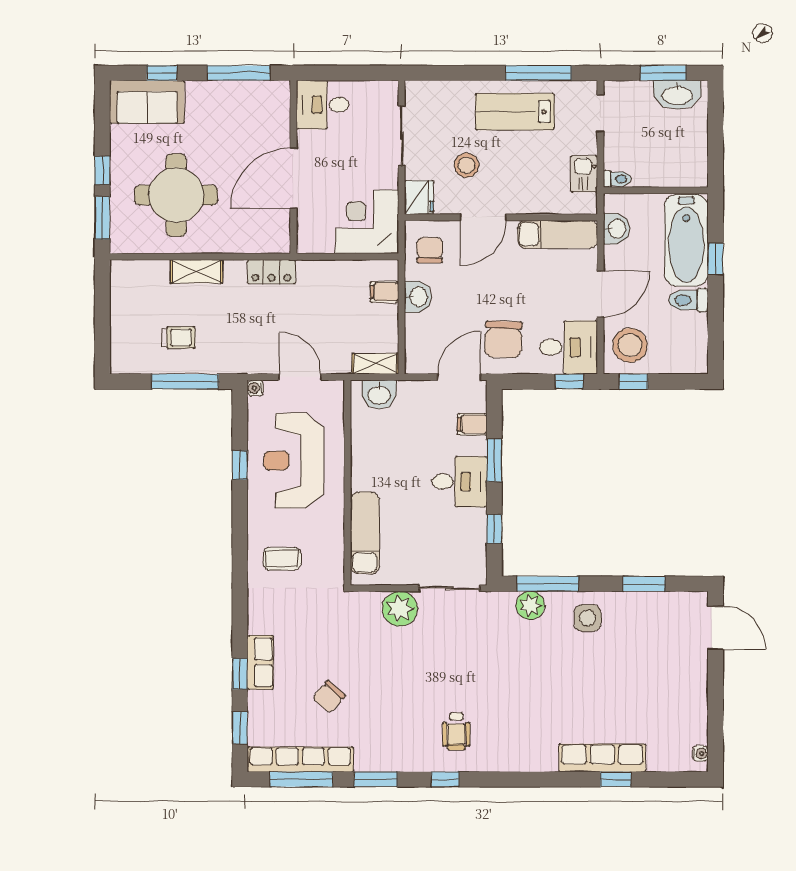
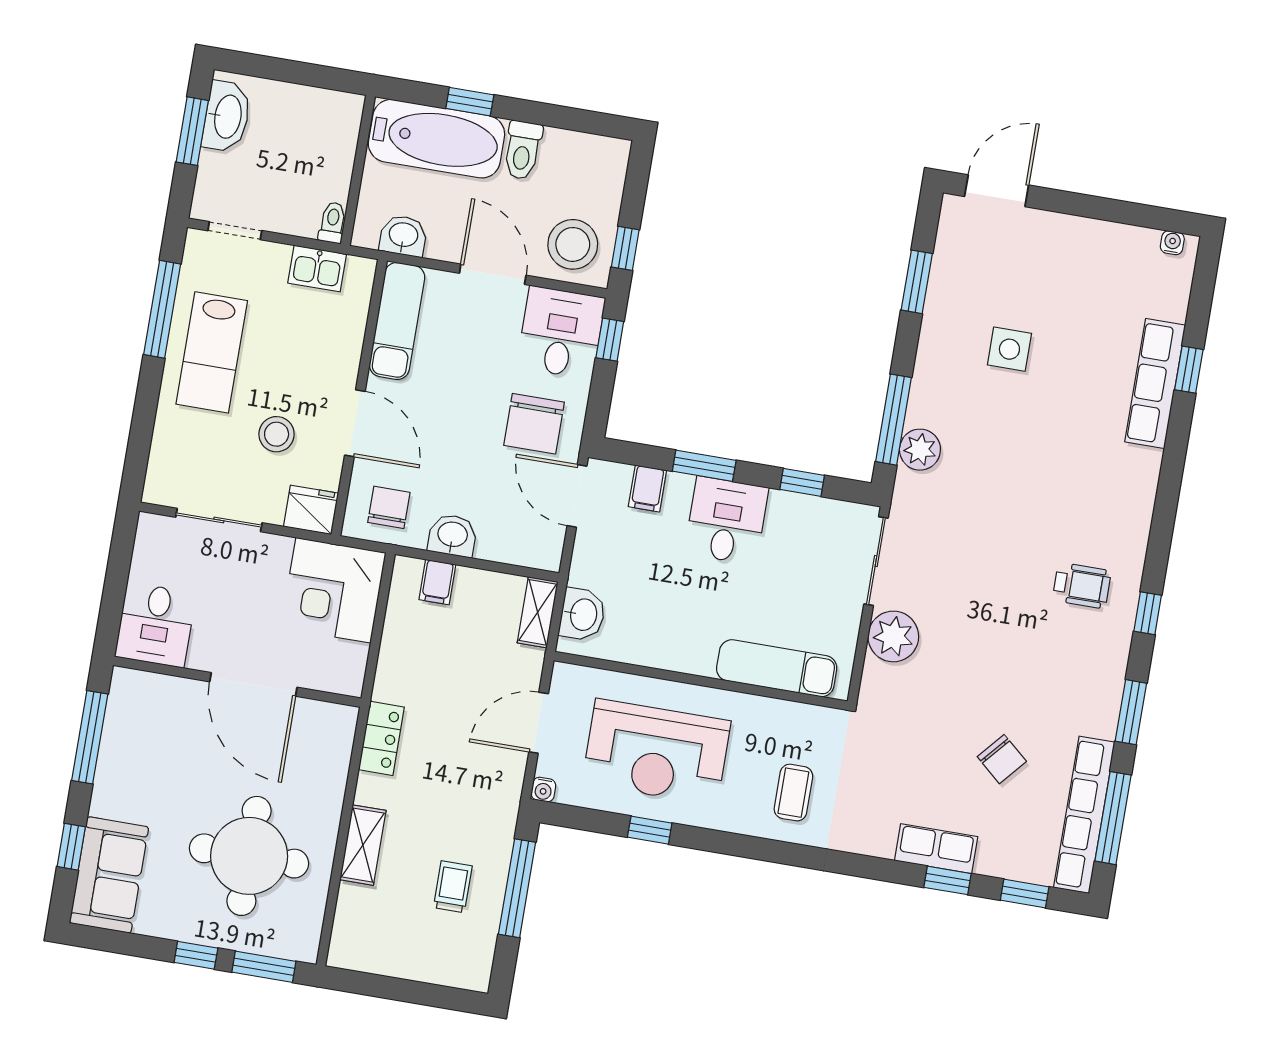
chair: (430, 250) -> (389, 507), turned 90
chair: (503, 339) -> (534, 424), turned 88
side table: (588, 618) -> (1009, 349), moved

